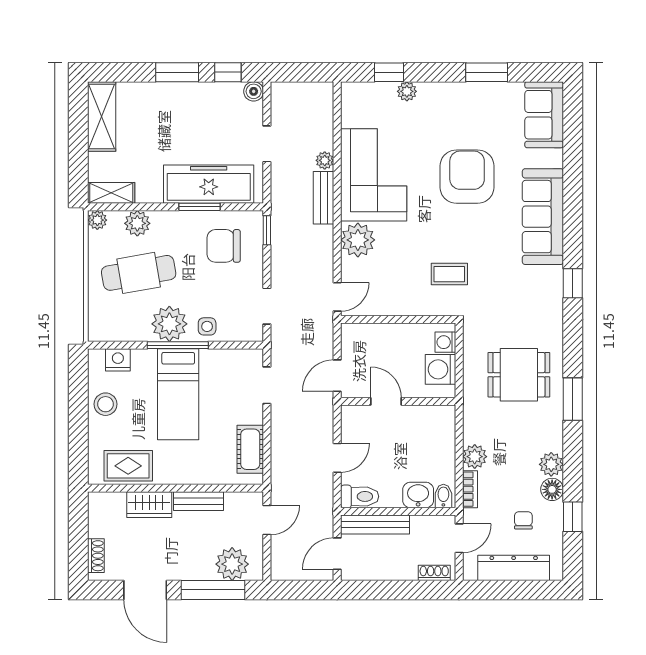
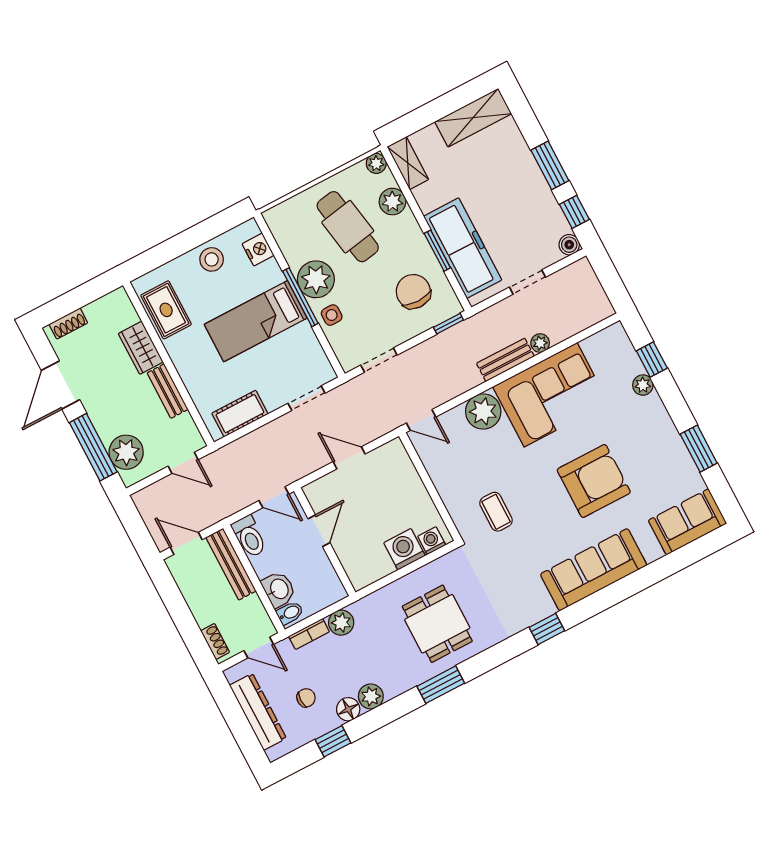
door: (386, 401) -> (319, 531), moved
wall: (398, 401) -> (325, 542), moved

